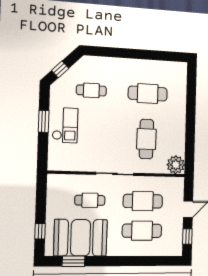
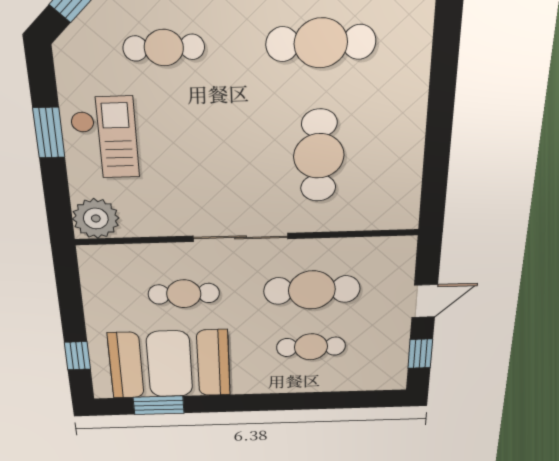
plant: (176, 165) -> (96, 218), moved
cafe table: (142, 231) -> (311, 347), width x0.73, depth x0.74

